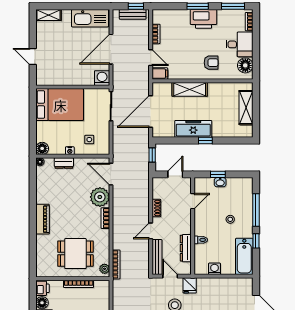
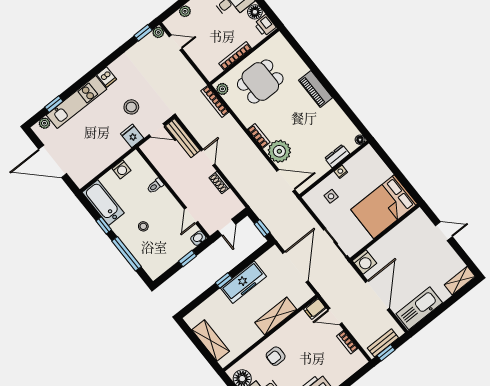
floor lamp: (42, 148) -> (368, 154), removed
washbasin: (220, 182) -> (198, 238), moved
dresser: (186, 248) -> (163, 167), removed

